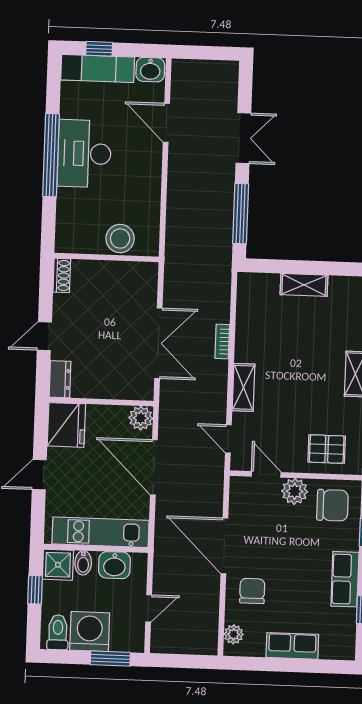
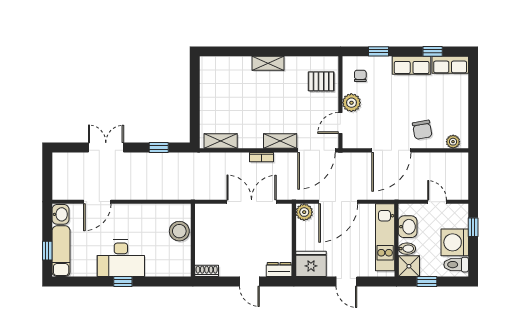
window: (51, 155) -> (123, 282), width x0.32
window: (241, 214) -> (159, 148), width x0.46
shelving: (304, 285) -> (221, 141), moved, turned 90
bookcase: (222, 341) -> (261, 157), moved
door: (228, 439) -> (316, 150), width x1.88
pallet: (327, 449) -> (321, 81), turned 90
chair: (333, 505) -> (360, 76), width x0.54, depth x0.54
chair: (252, 591) -> (422, 130), turned -100
row of seats: (292, 646) -> (450, 65), moved, turned -90
window: (110, 659) -> (473, 227), width x0.67

